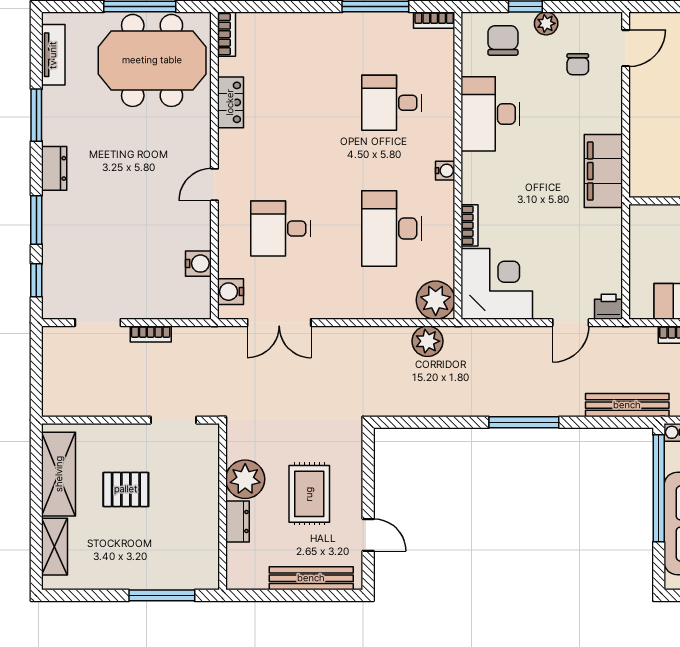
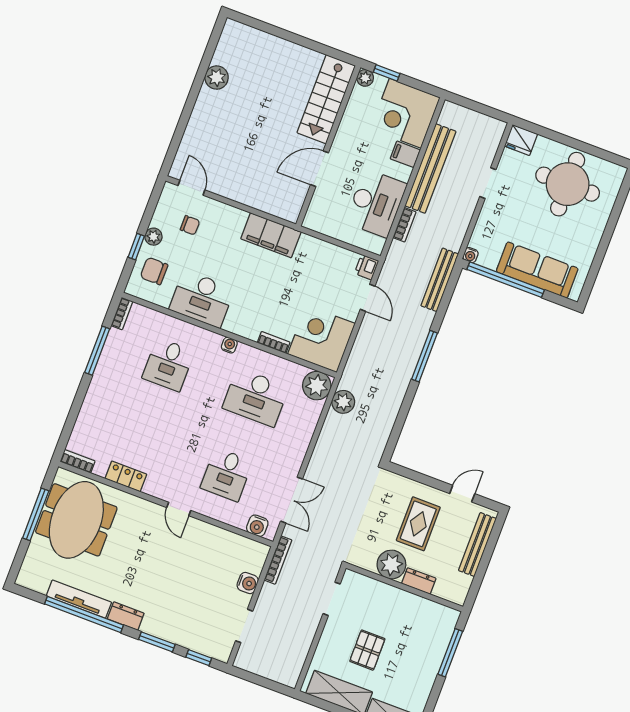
tv unit: (53, 55) -> (79, 599), moved, width x1.41
window: (36, 115) -> (84, 614), width x2.11
water cooler: (198, 264) -> (248, 583), moved, turned 90
bookcase: (151, 334) -> (278, 560), moved, width x1.56
rug: (309, 494) -> (418, 524), turned 90

